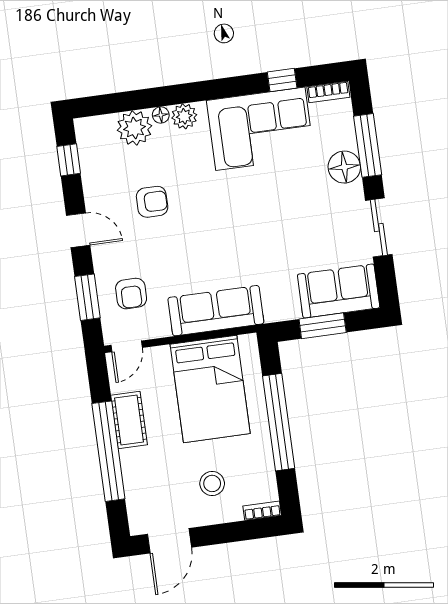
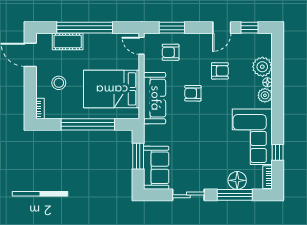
floor lamp: (344, 167) -> (237, 180), moved
armchair: (152, 202) -> (220, 71), turned -90
door: (78, 230) -> (222, 28), moved
armchair: (198, 244) -> (193, 93), added
cot: (129, 420) -> (68, 41), moved

